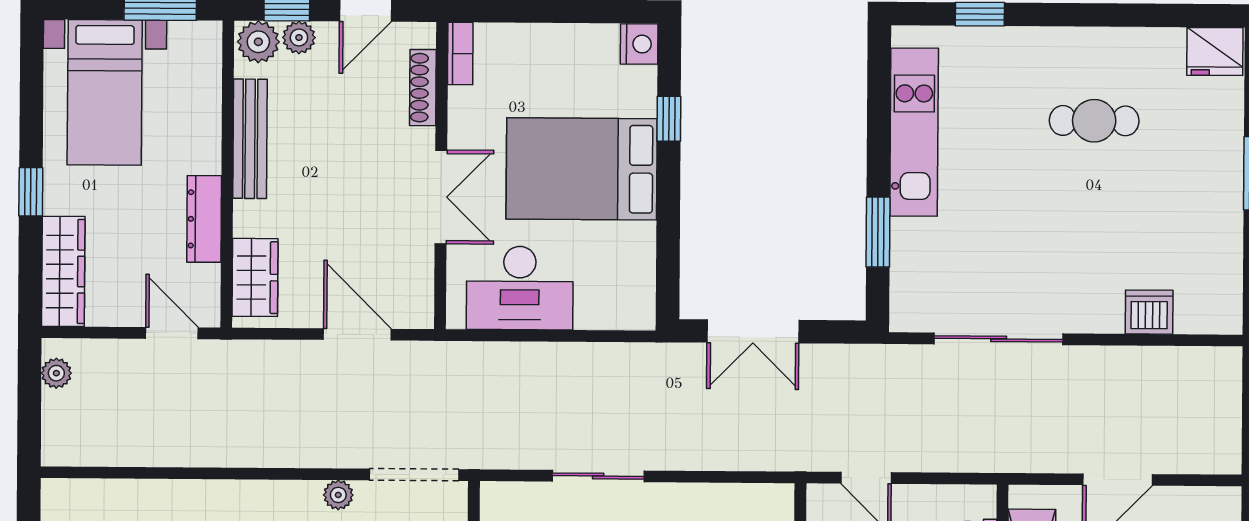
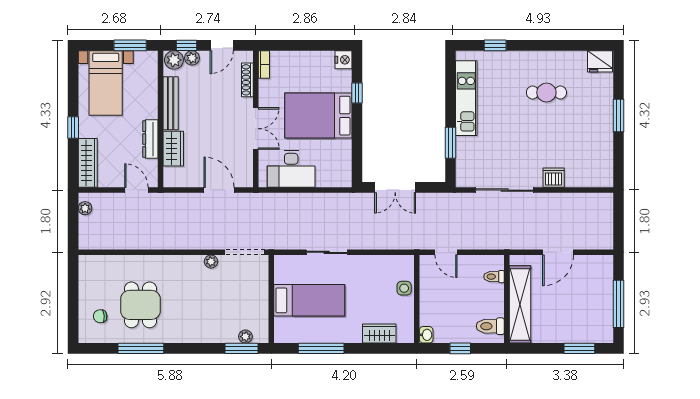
wardrobe: (255, 277) -> (173, 149), moved
dishwasher: (1149, 312) -> (554, 178), moved

